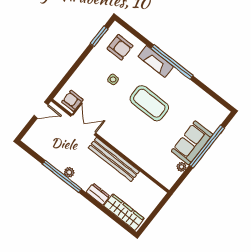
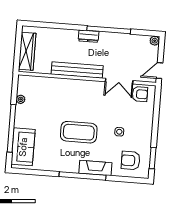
sofa: (192, 143) -> (23, 147), moved
plant: (69, 172) -> (155, 41), moved
dresser: (98, 194) -> (89, 36), moved
wardrobe: (124, 212) -> (27, 51), moved, turned -90

